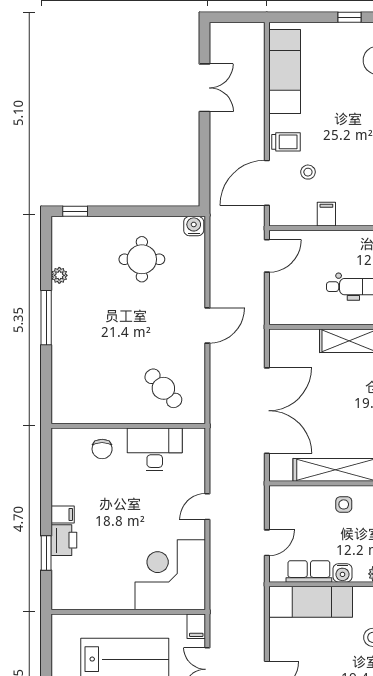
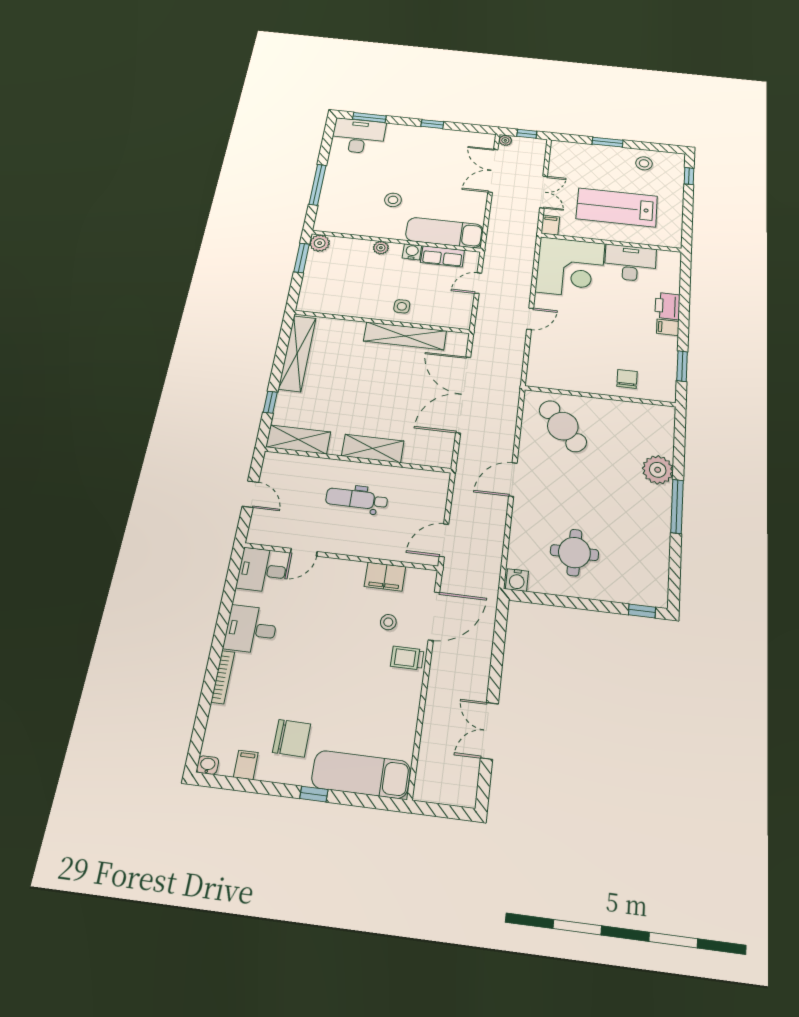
exam couch: (285, 72) -> (361, 774), moved, turned 90
filing cabinet: (326, 214) -> (385, 577), width x2.00
plant: (59, 275) -> (658, 470), moved, width x1.87, depth x1.87
cafe table: (163, 388) -> (563, 426), width x1.37, depth x1.35
desk: (155, 449) -> (630, 263), moved, turned 180
window: (46, 553) -> (682, 366), moved

